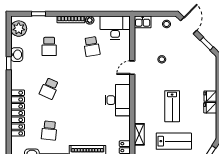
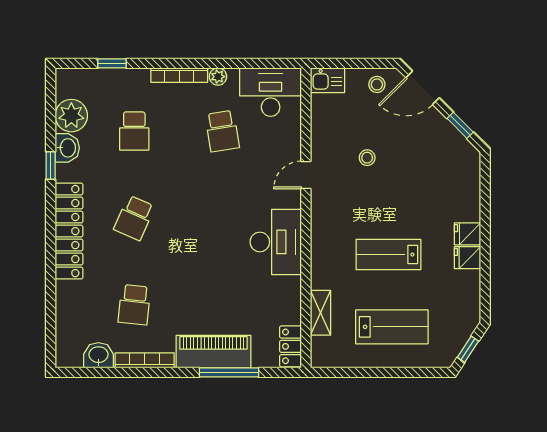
door: (189, 25) -> (423, 88), swing flipped
plant: (19, 29) -> (71, 116), moved
lab bench: (172, 106) -> (388, 255), turned 90
locker: (18, 113) -> (69, 231), moved

